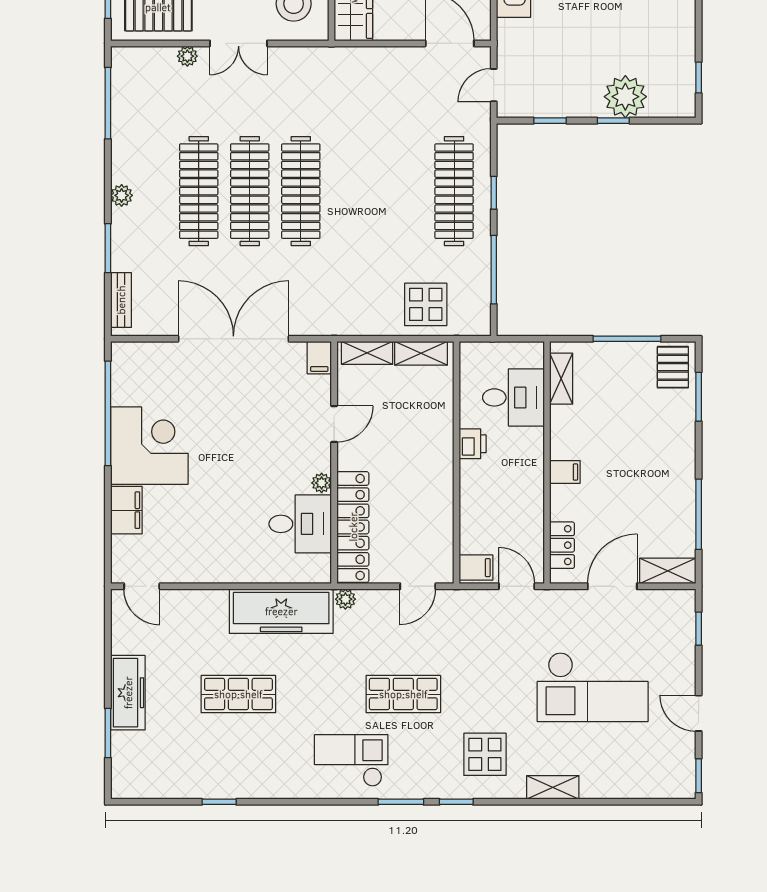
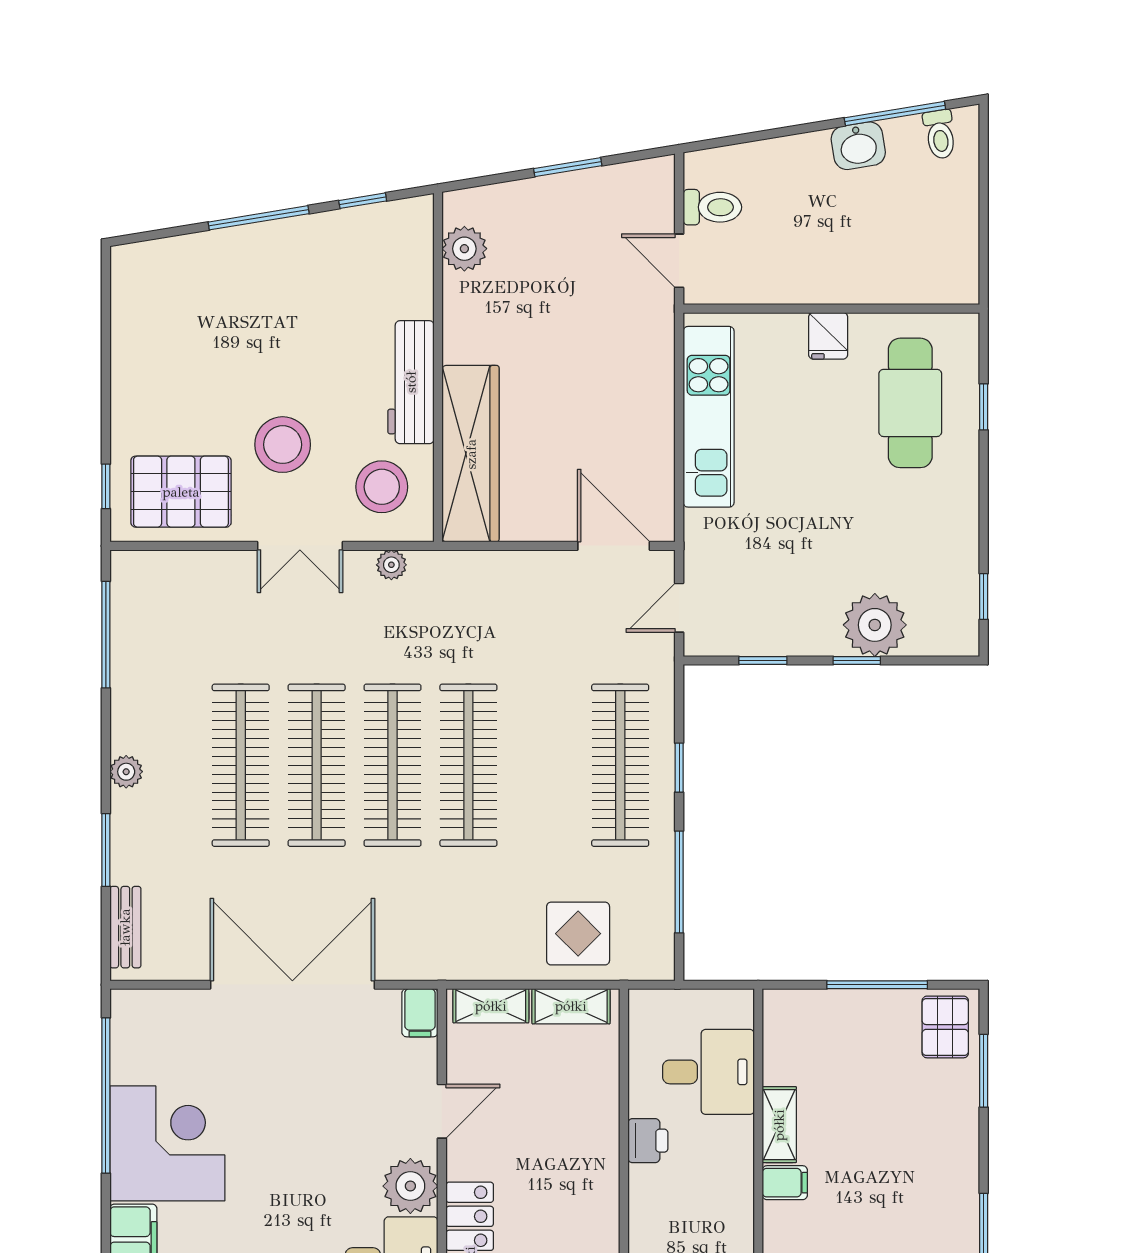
plant: (187, 56) -> (391, 565), moved
clothes rail: (352, 191) -> (468, 765), added
shelving: (561, 379) -> (779, 1125), moved
plant: (322, 483) -> (410, 1186), width x1.87, depth x1.87

